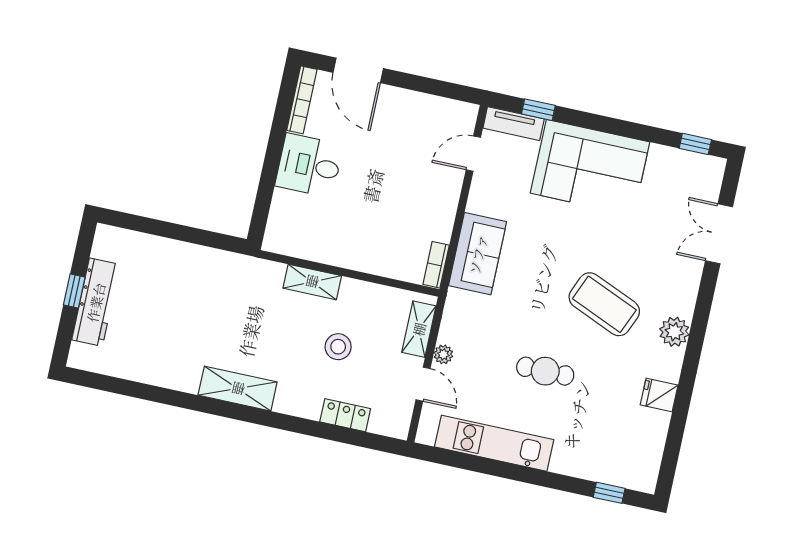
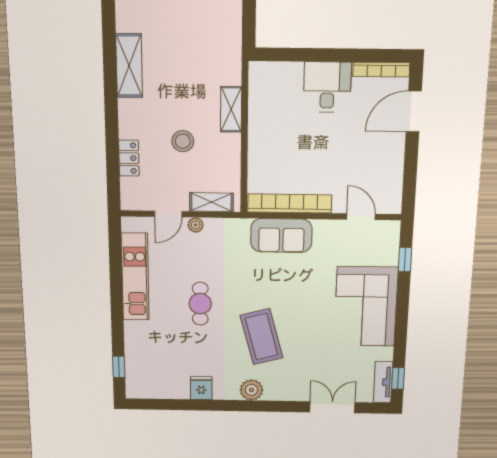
tv unit: (514, 124) -> (383, 382), moved
bookcase: (436, 265) -> (290, 203), width x2.31, depth x1.31
coffee table: (604, 304) -> (262, 337), turned -38

